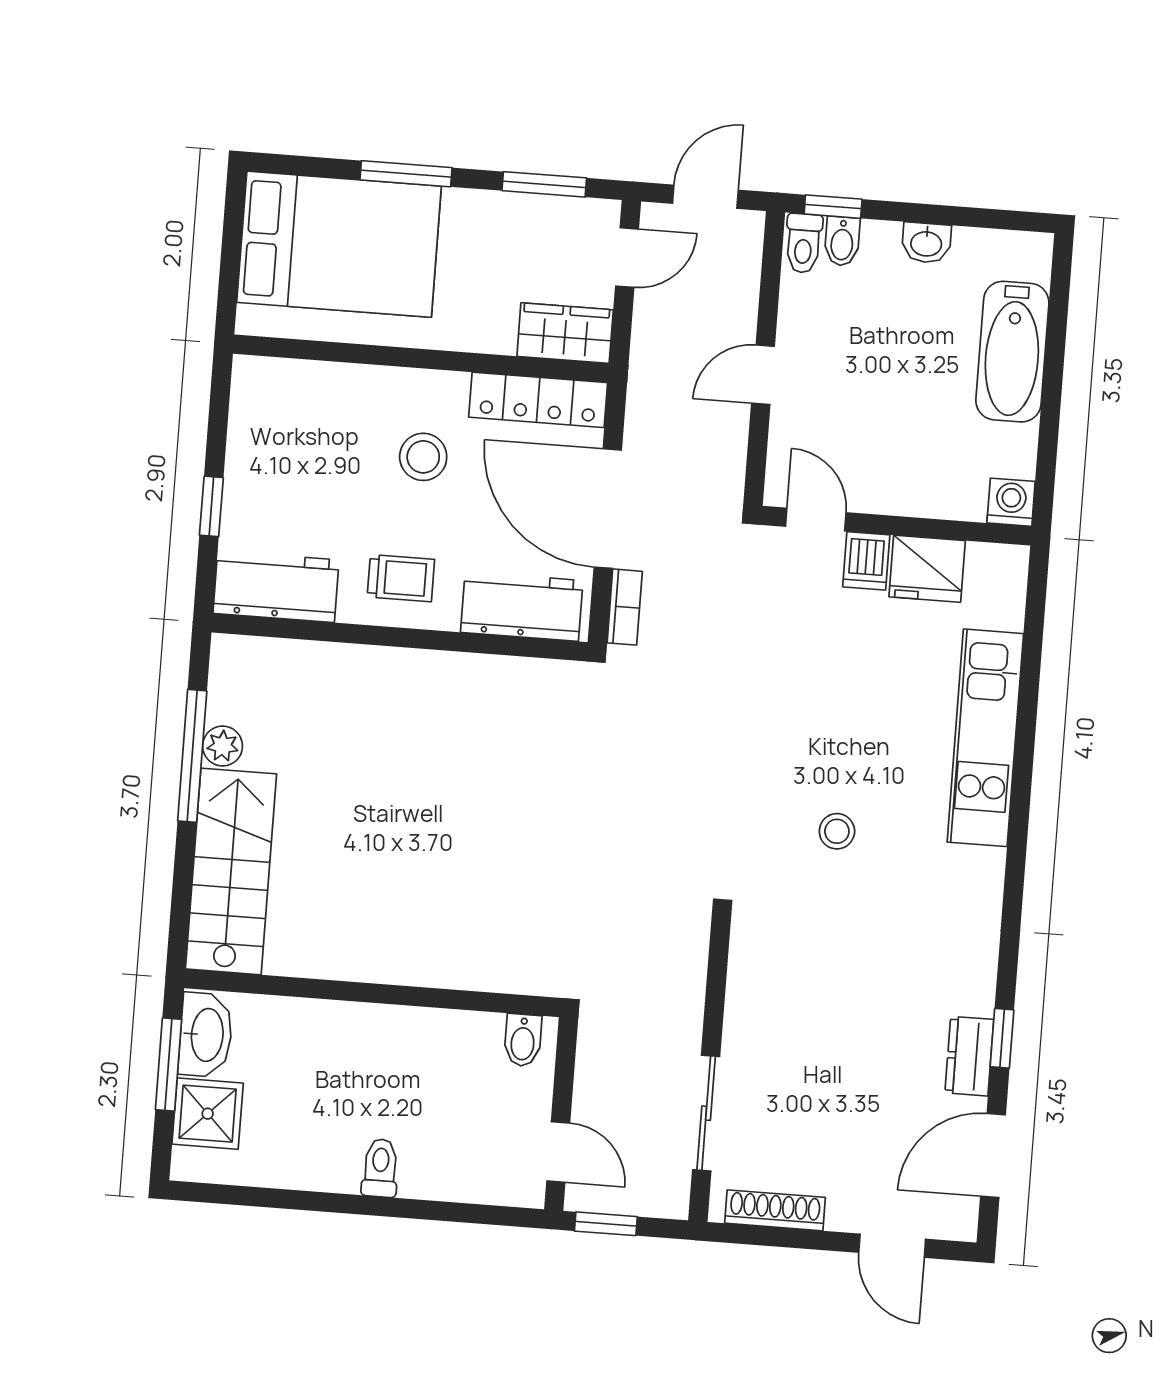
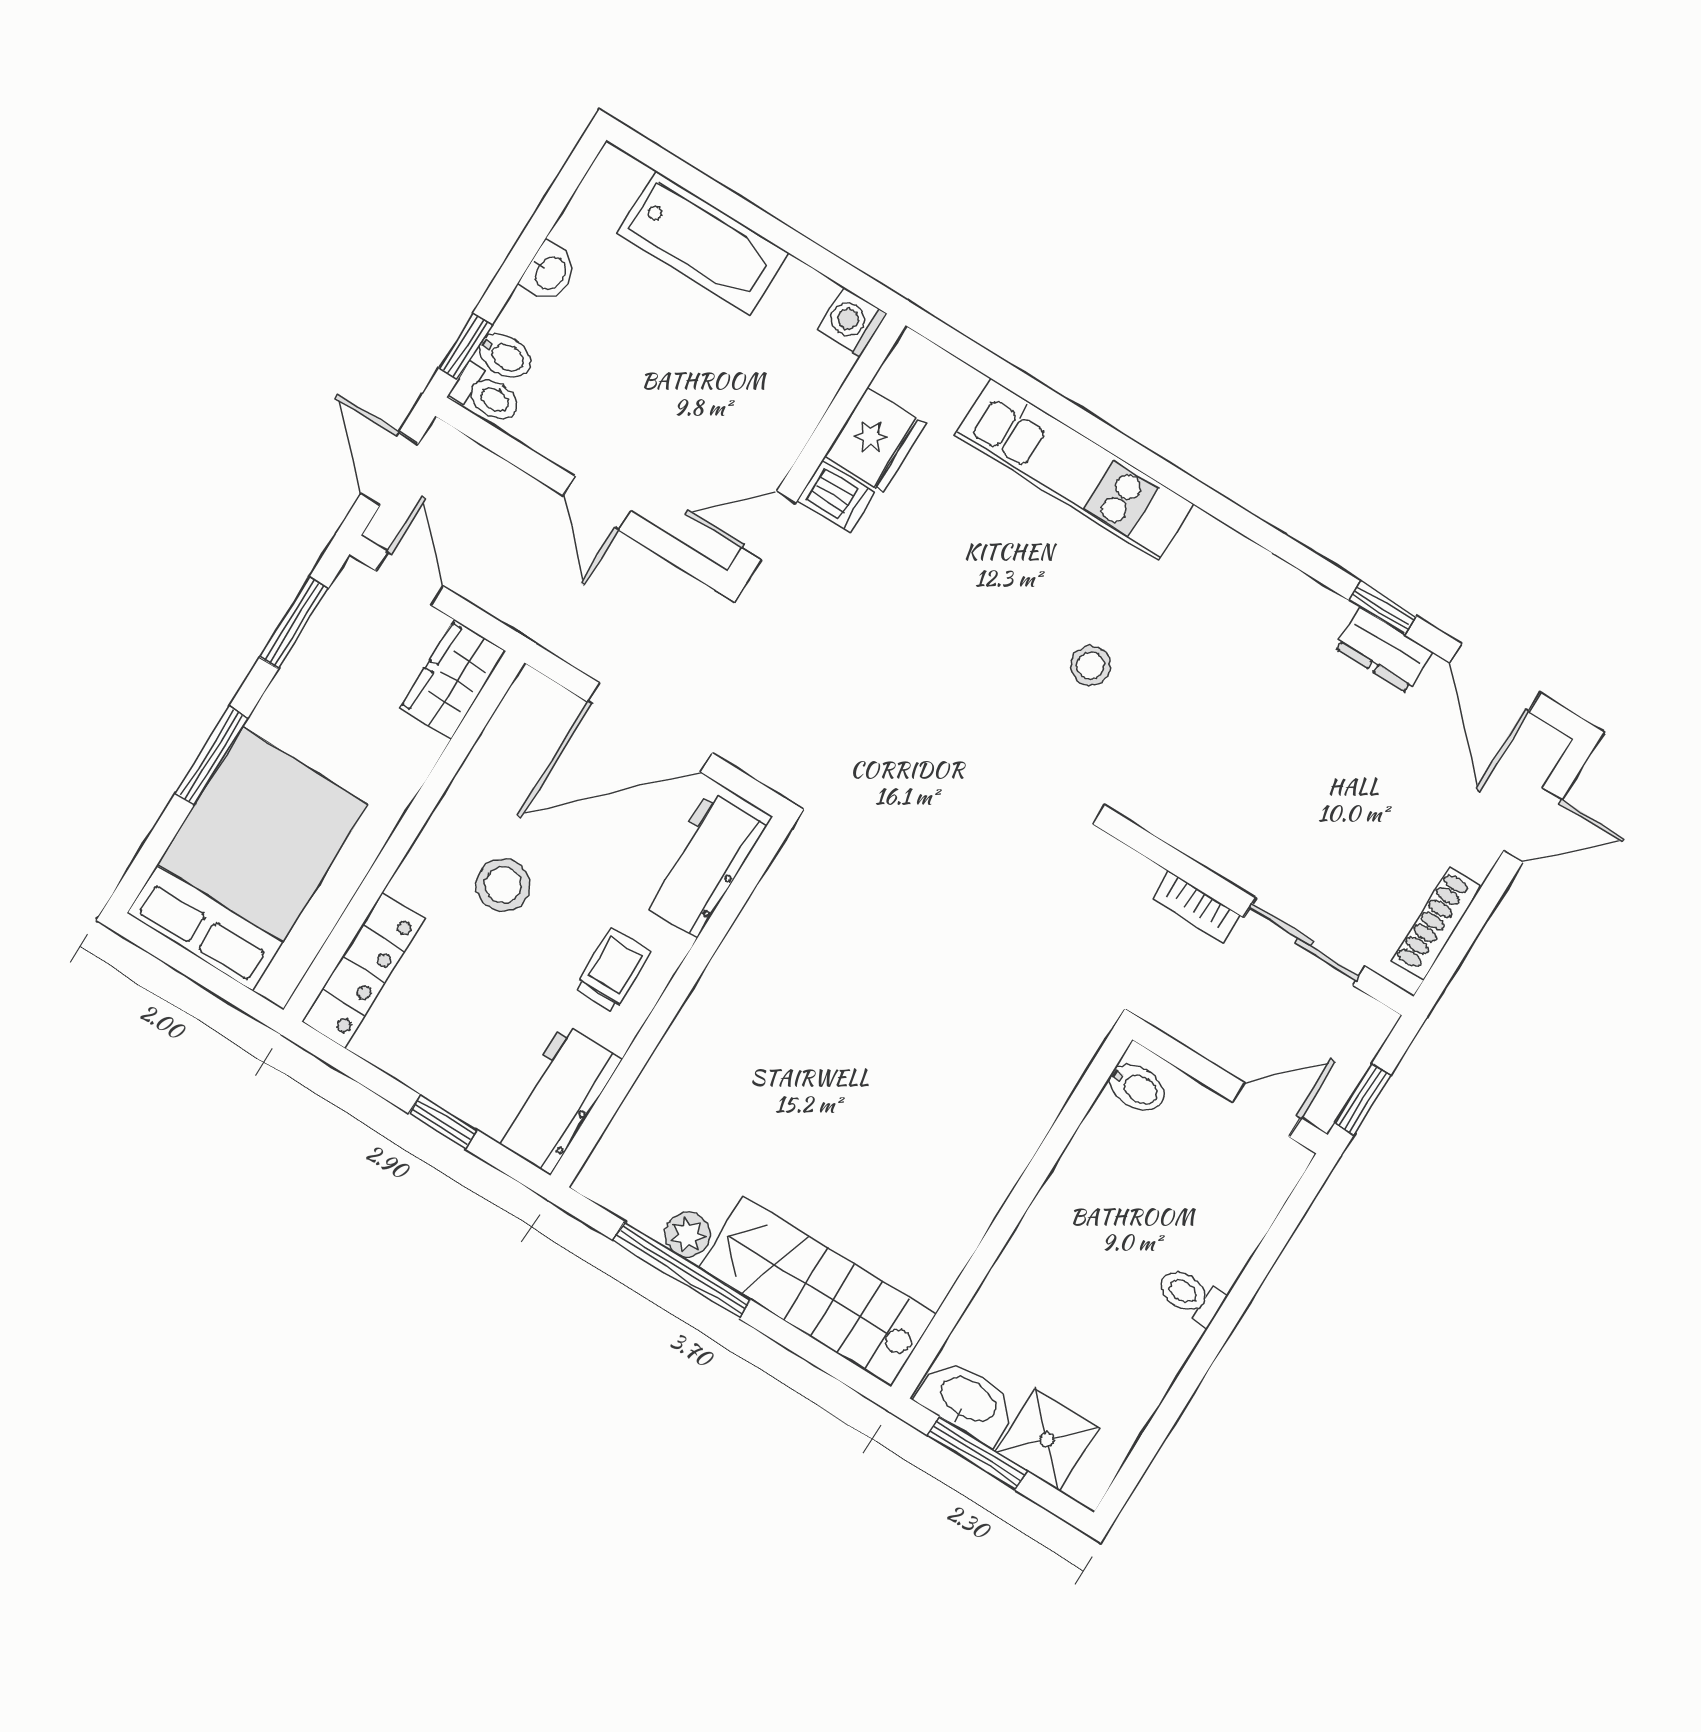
locker: (538, 400) -> (364, 970), moved
bookcase: (625, 607) -> (1196, 907), moved, turned 180

